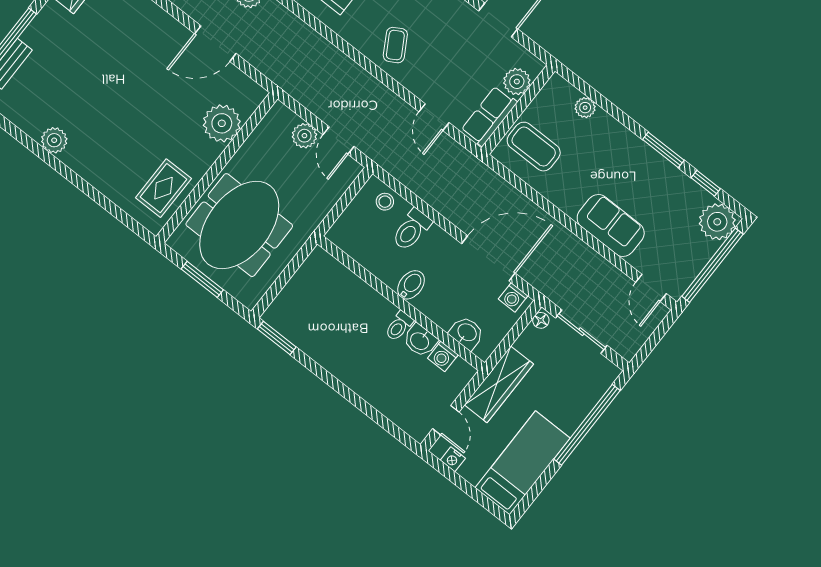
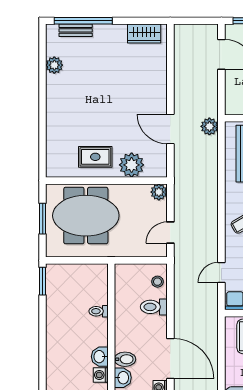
plant: (304, 136) -> (159, 192), moved
plant: (54, 140) -> (54, 65), moved
rug: (163, 188) -> (95, 157), moved
bidet: (411, 285) -> (125, 359), moved
toilet: (399, 326) -> (99, 311), moved

